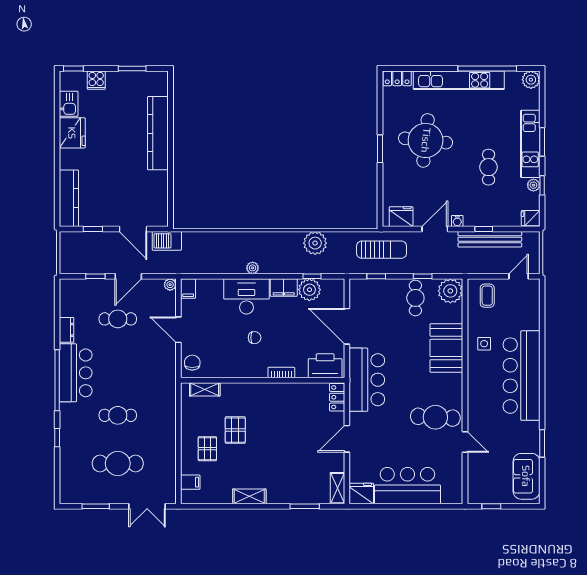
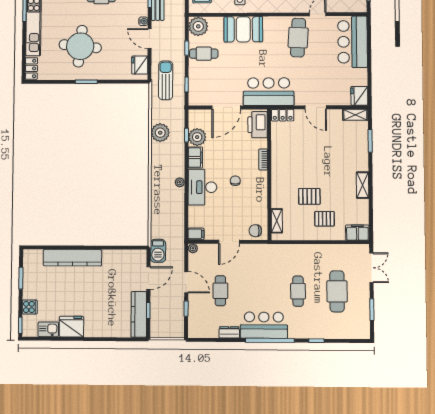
kitchen counter: (69, 198) -> (139, 314), moved, turned -90
filing cabinet: (190, 482) -> (357, 233), width x2.00
bar counter: (407, 486) -> (353, 42), moved

